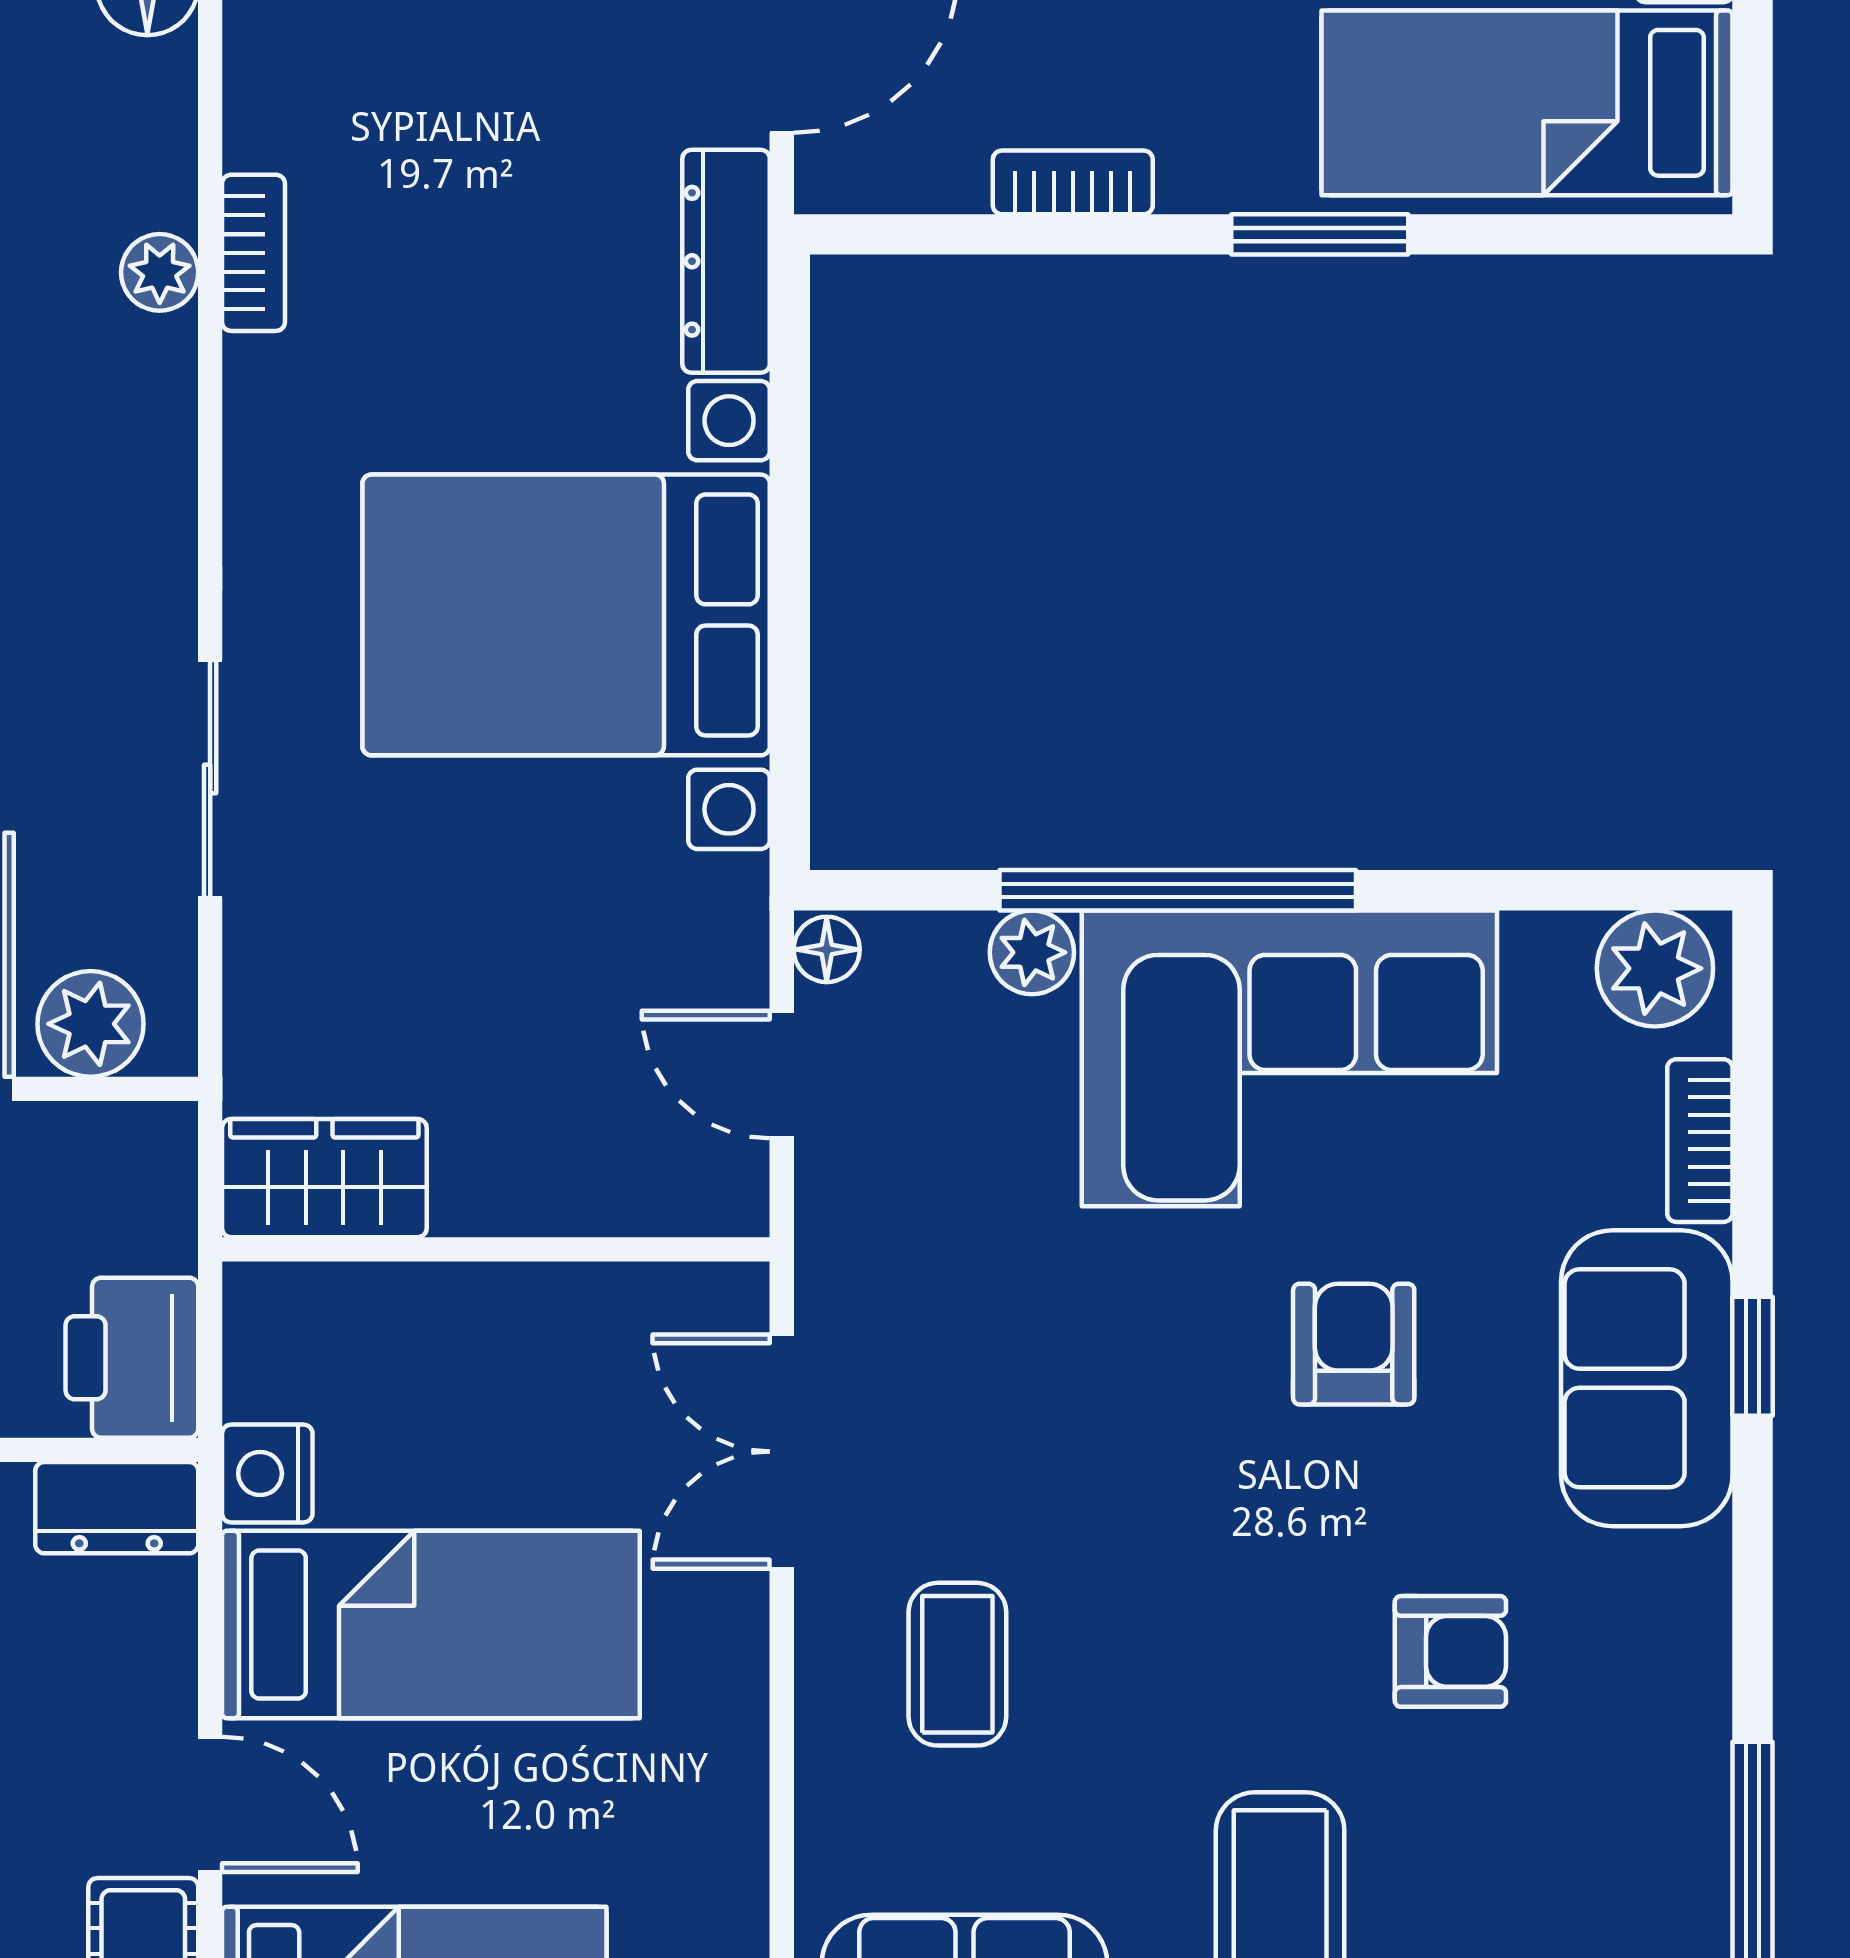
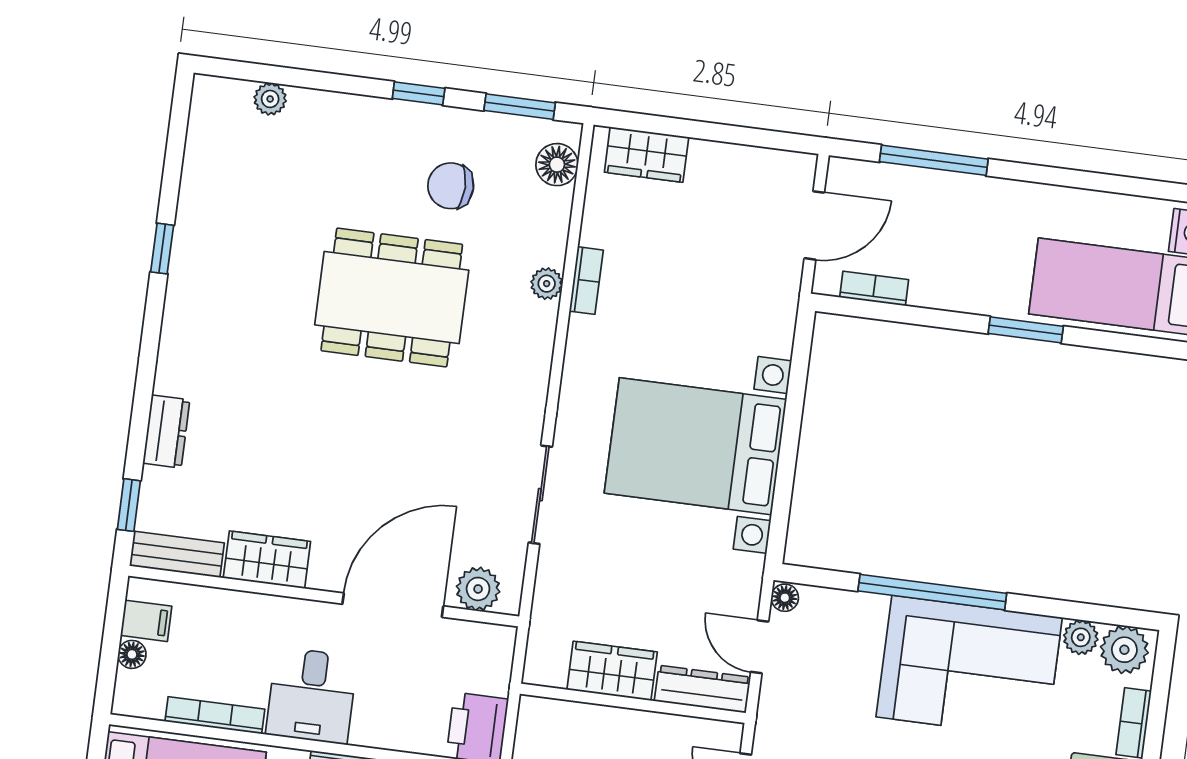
bookcase: (1073, 182) -> (874, 289), moved
dresser: (726, 261) -> (702, 689), moved, turned 90
plant: (1032, 952) -> (1081, 637), moved
wardrobe: (324, 1178) -> (612, 671), moved

